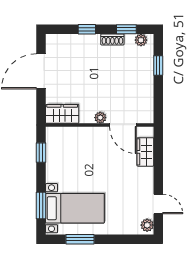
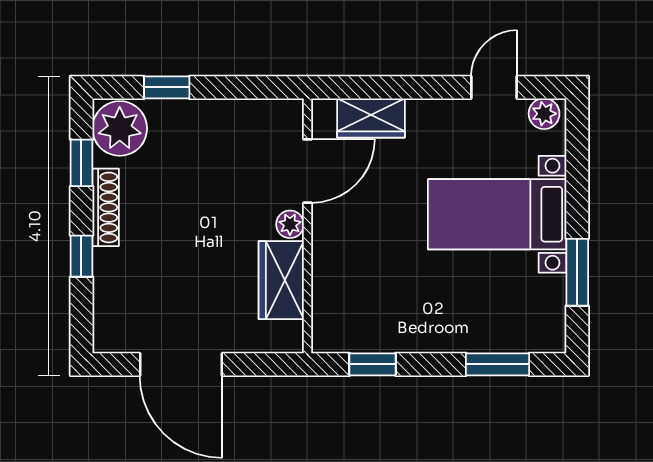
shoe rack: (112, 39) -> (106, 207), width x1.43
plant: (141, 40) -> (120, 128), width x1.87, depth x1.87
wardrobe: (62, 114) -> (281, 280), moved
bed with nightstands: (75, 208) -> (497, 214), moved, turned -90

